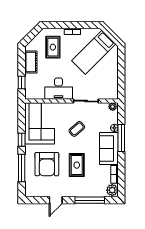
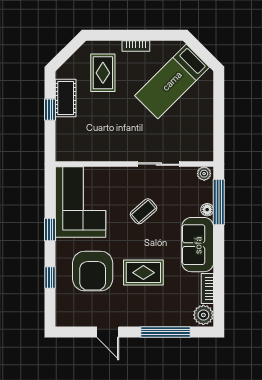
window: (22, 83) -> (50, 110), moved
desk: (59, 89) -> (113, 143), removed
window: (121, 138) -> (219, 202), moved
rug: (77, 165) -> (143, 273), turned 90
window: (22, 168) -> (50, 278), width x0.46
door: (56, 200) -> (108, 332), hinge flipped

